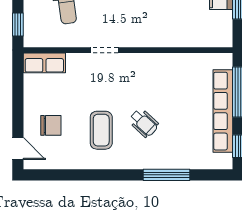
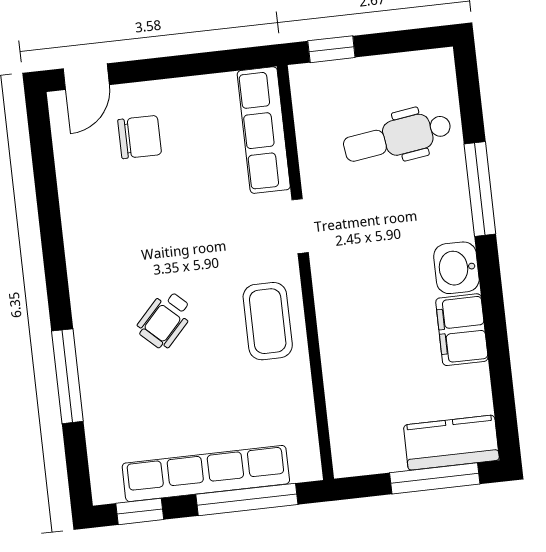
row of seats: (44, 63) -> (264, 130), width x1.48
chair: (51, 125) -> (140, 137), turned -90
coffee table: (101, 130) -> (268, 321), moved, turned 90

